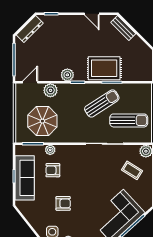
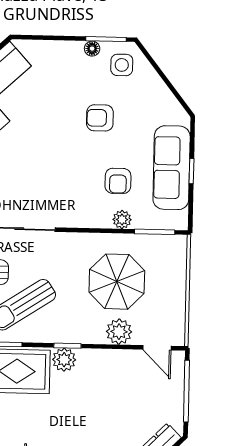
plant: (67, 75) -> (64, 360), moved
door: (30, 82) -> (157, 348), hinge flipped
parasol: (42, 121) -> (117, 282), moved
armchair: (53, 170) -> (118, 181), turned 90

